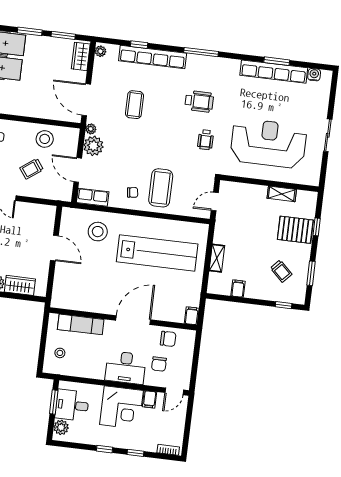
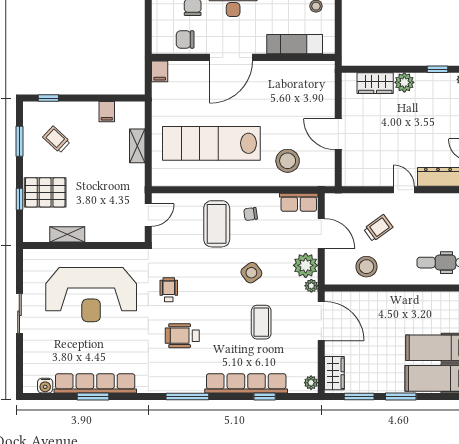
side table: (138, 145) -> (251, 273), added

